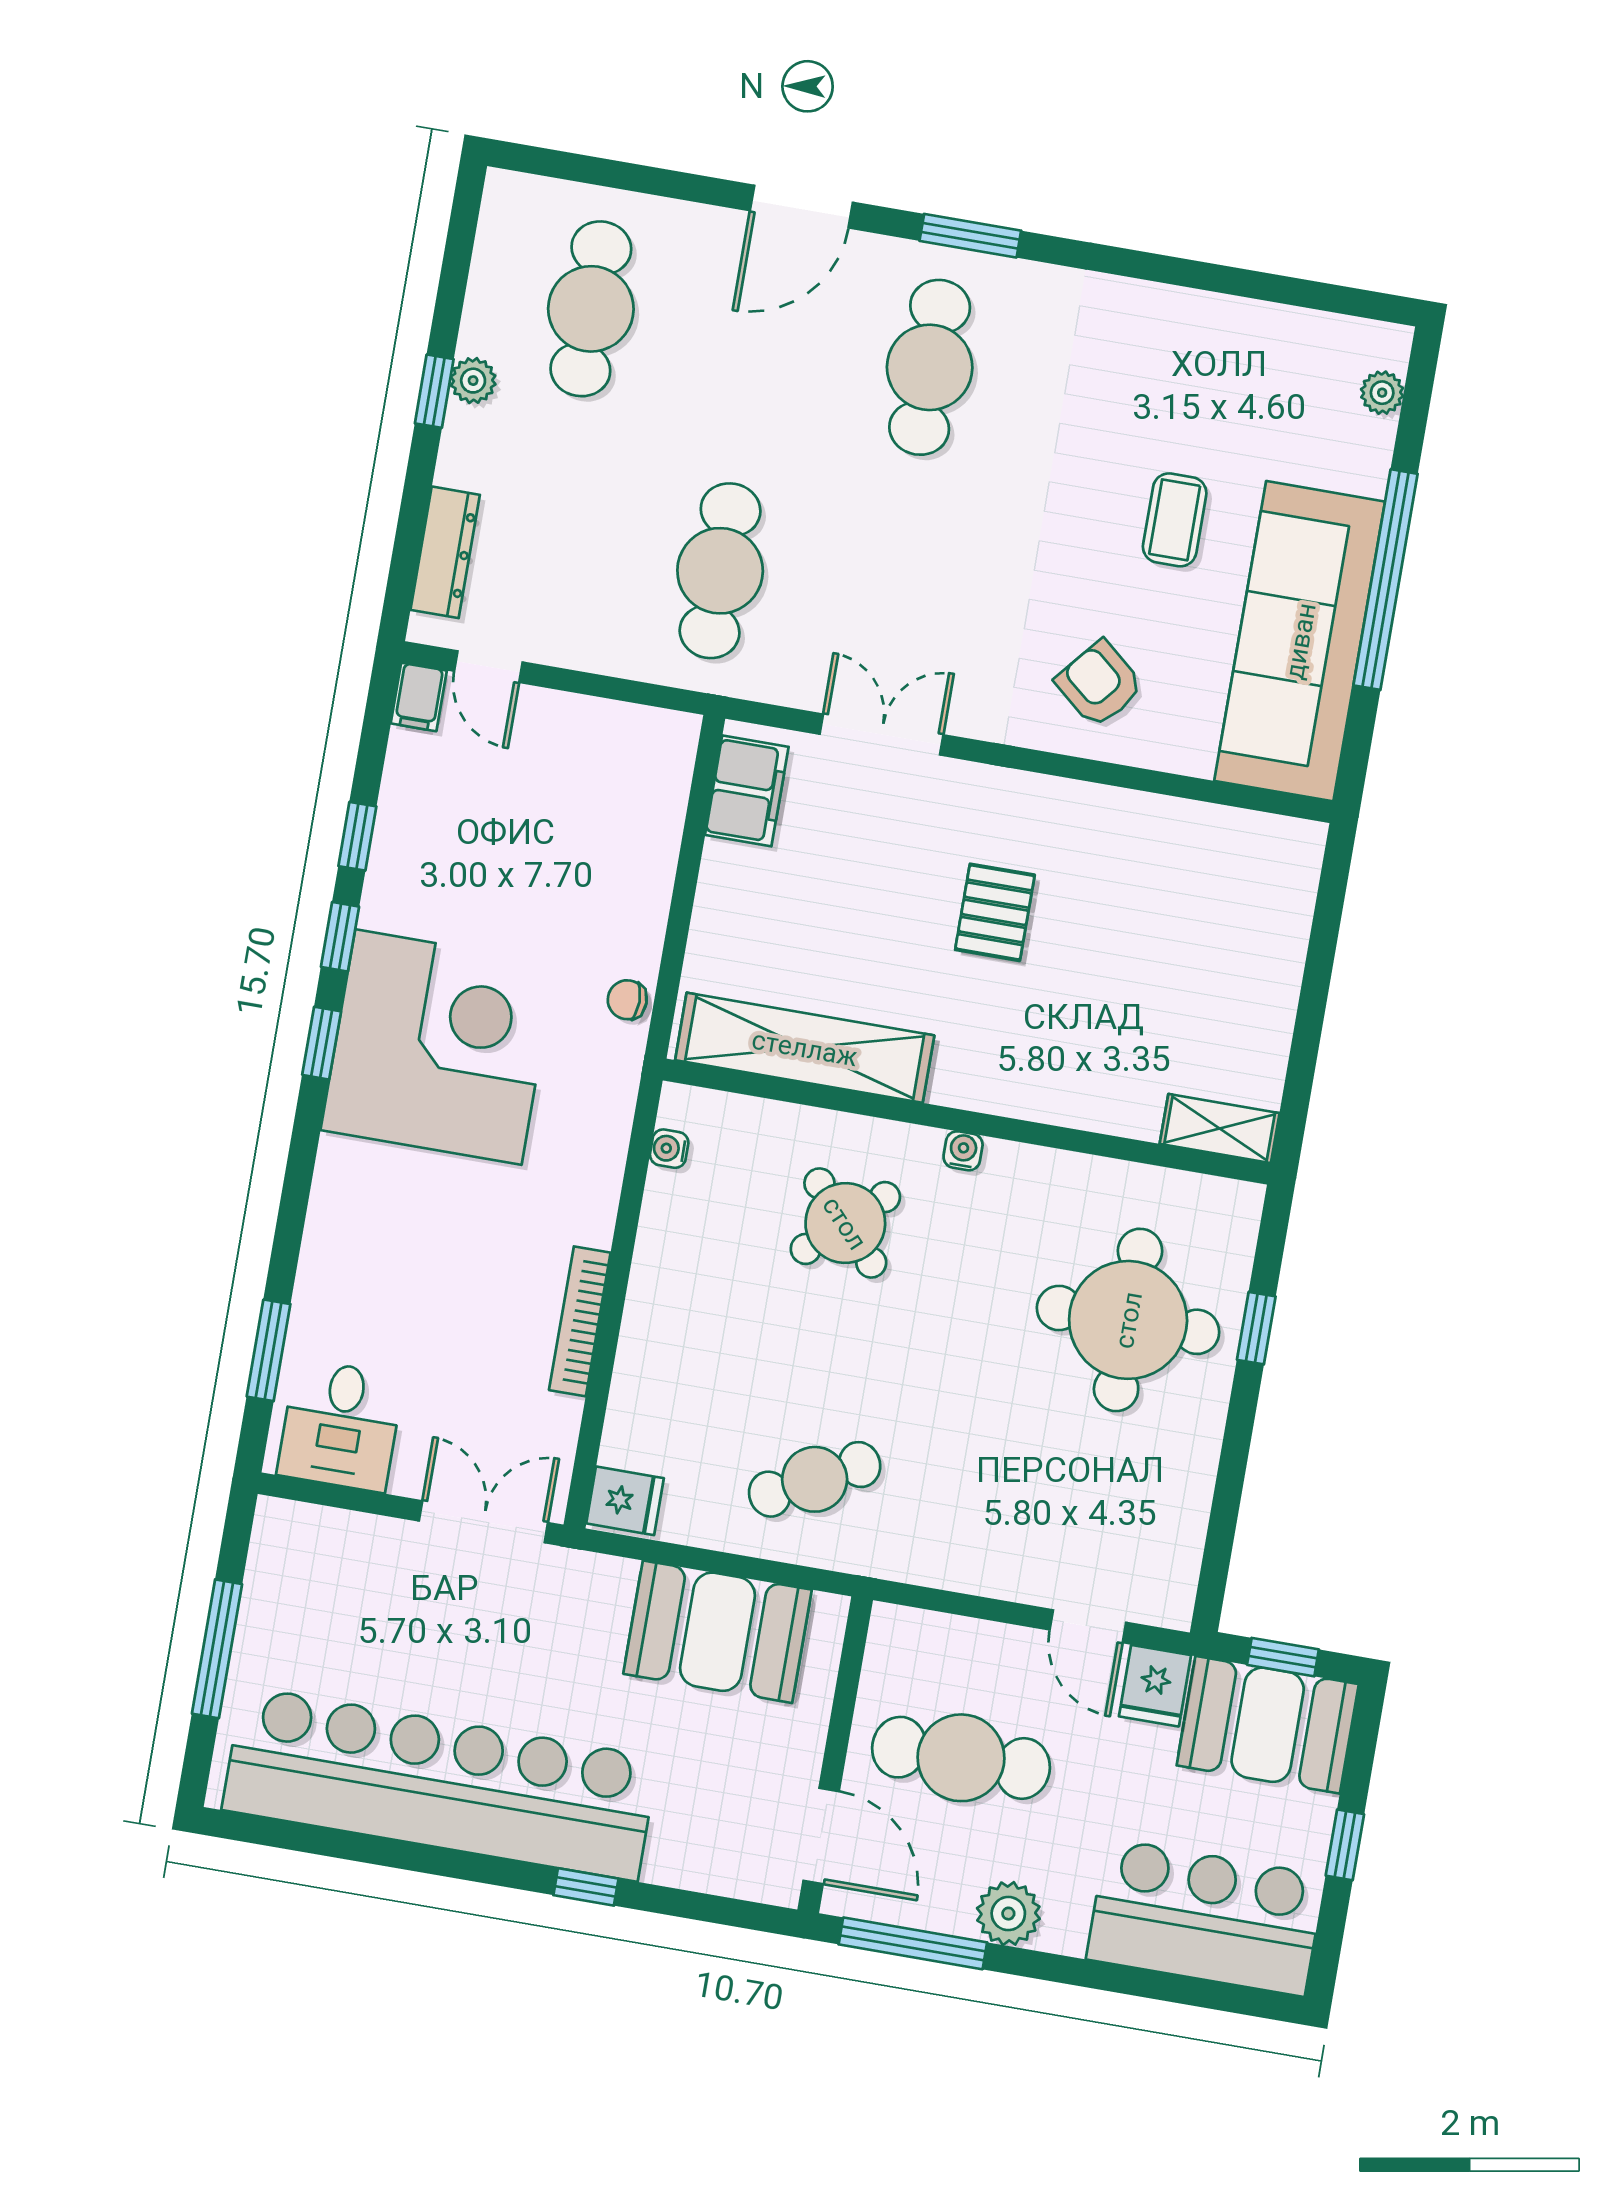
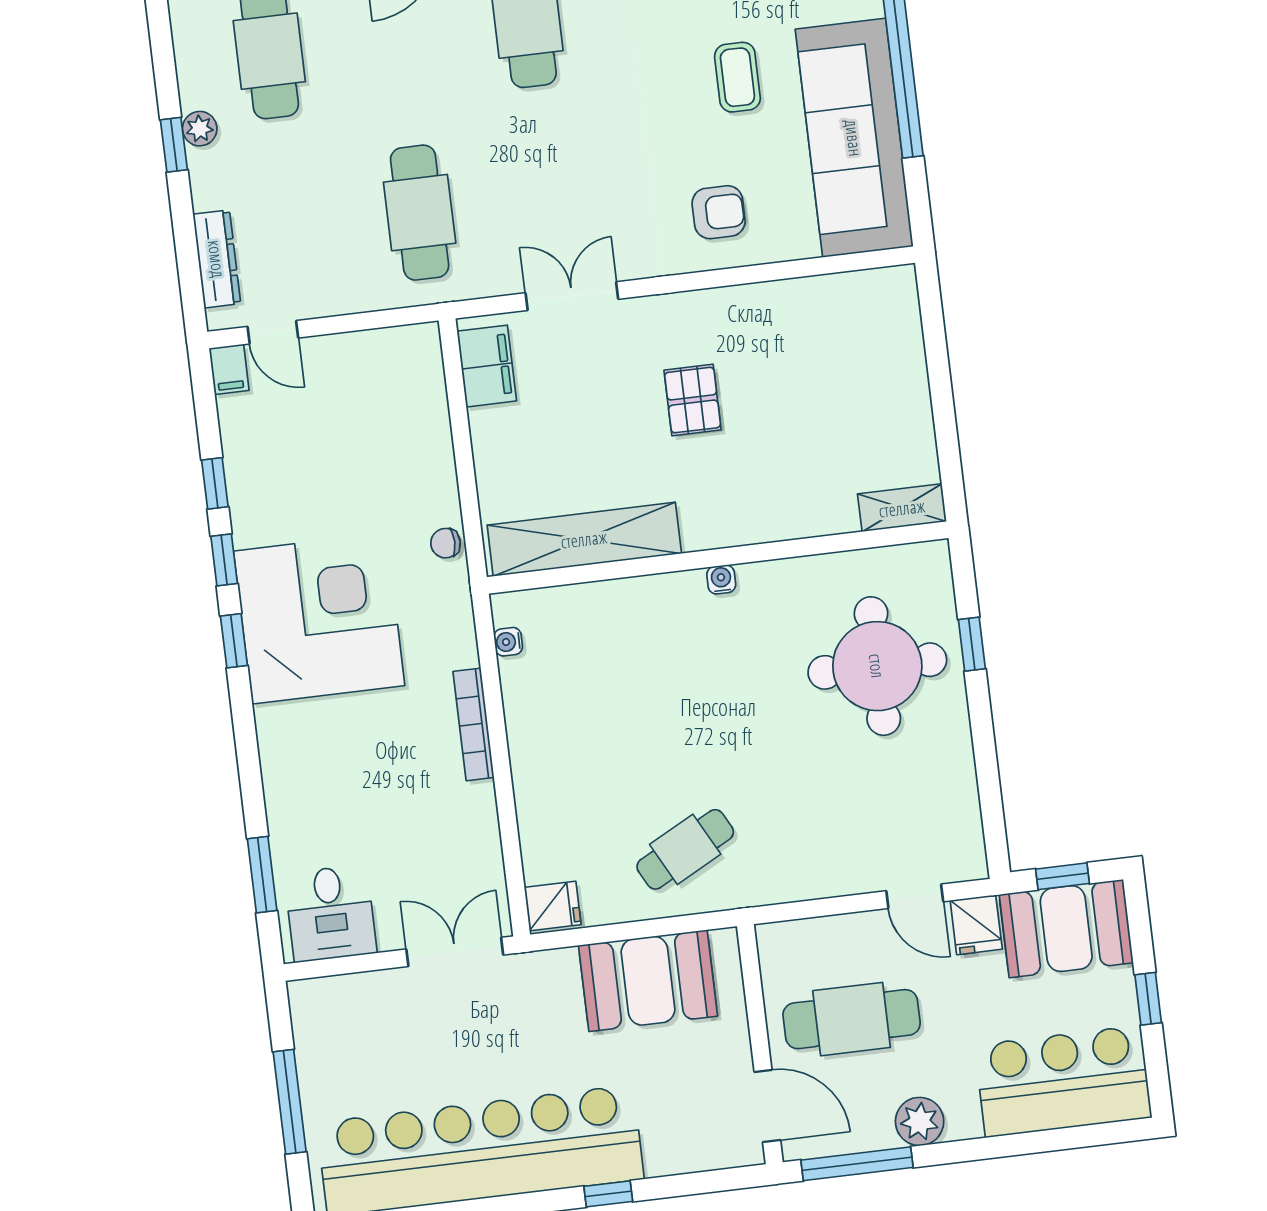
armchair: (1099, 684) -> (719, 212), turned 140
round table: (845, 1223) -> (652, 657), removed
bookcase: (580, 1321) -> (474, 724), moved

